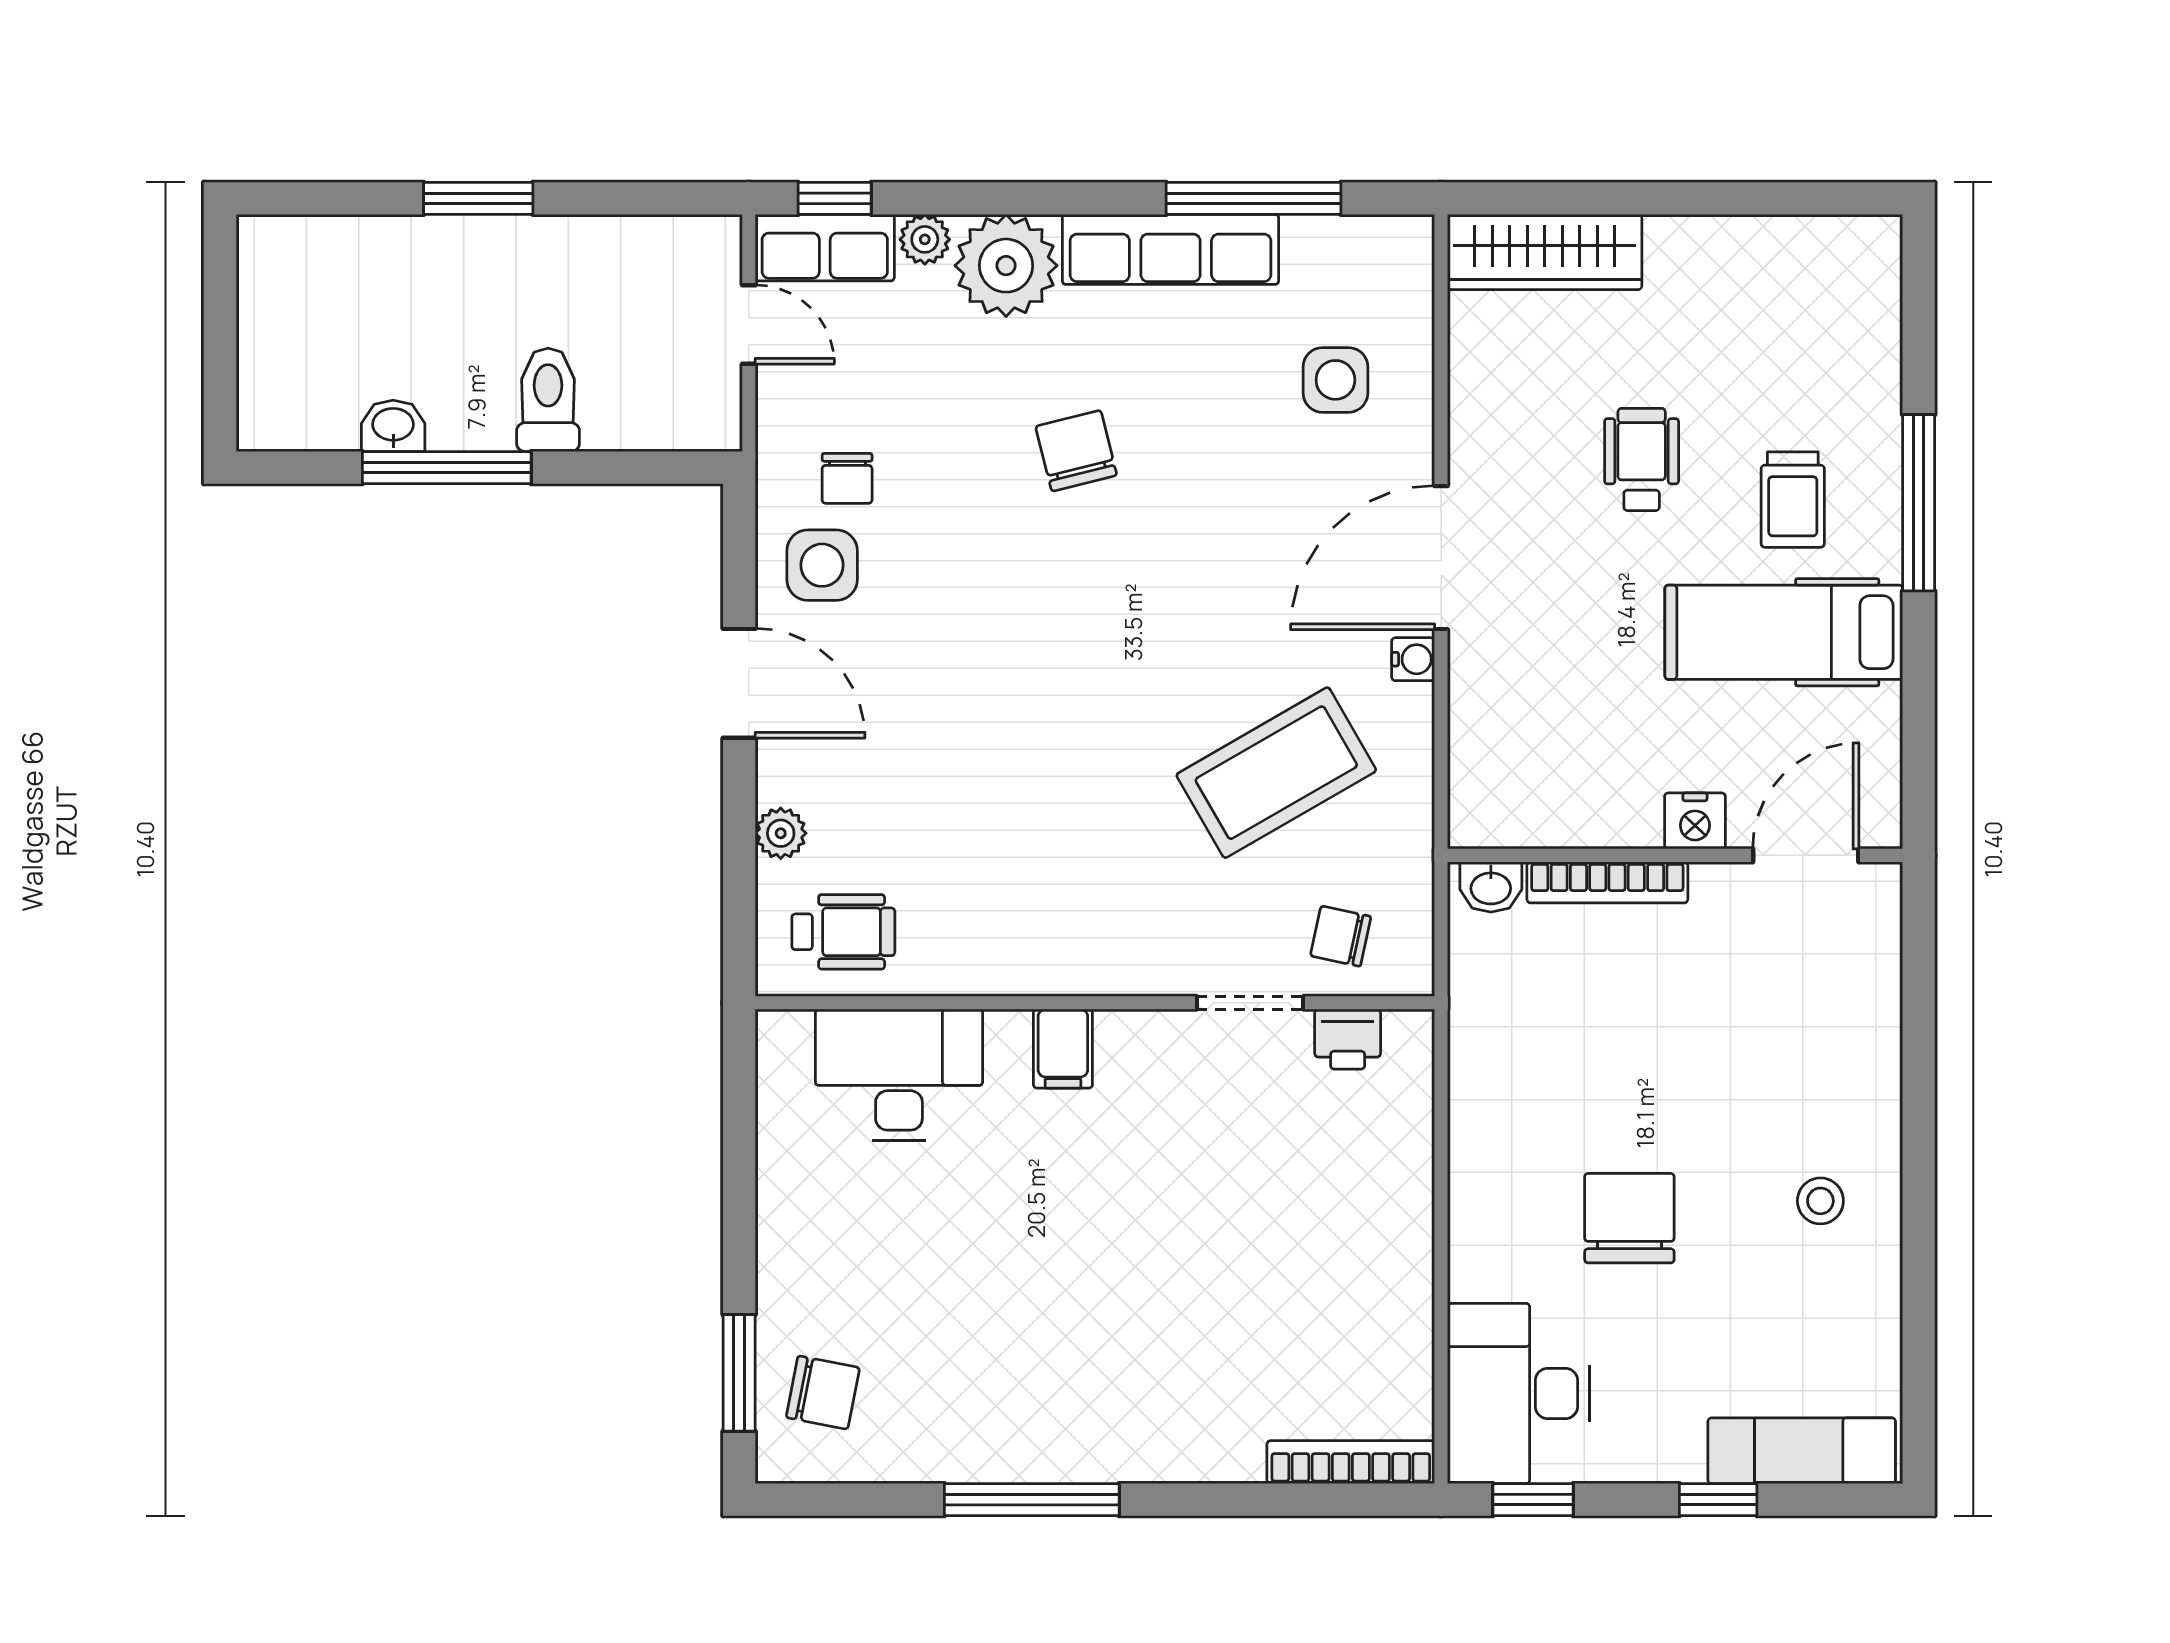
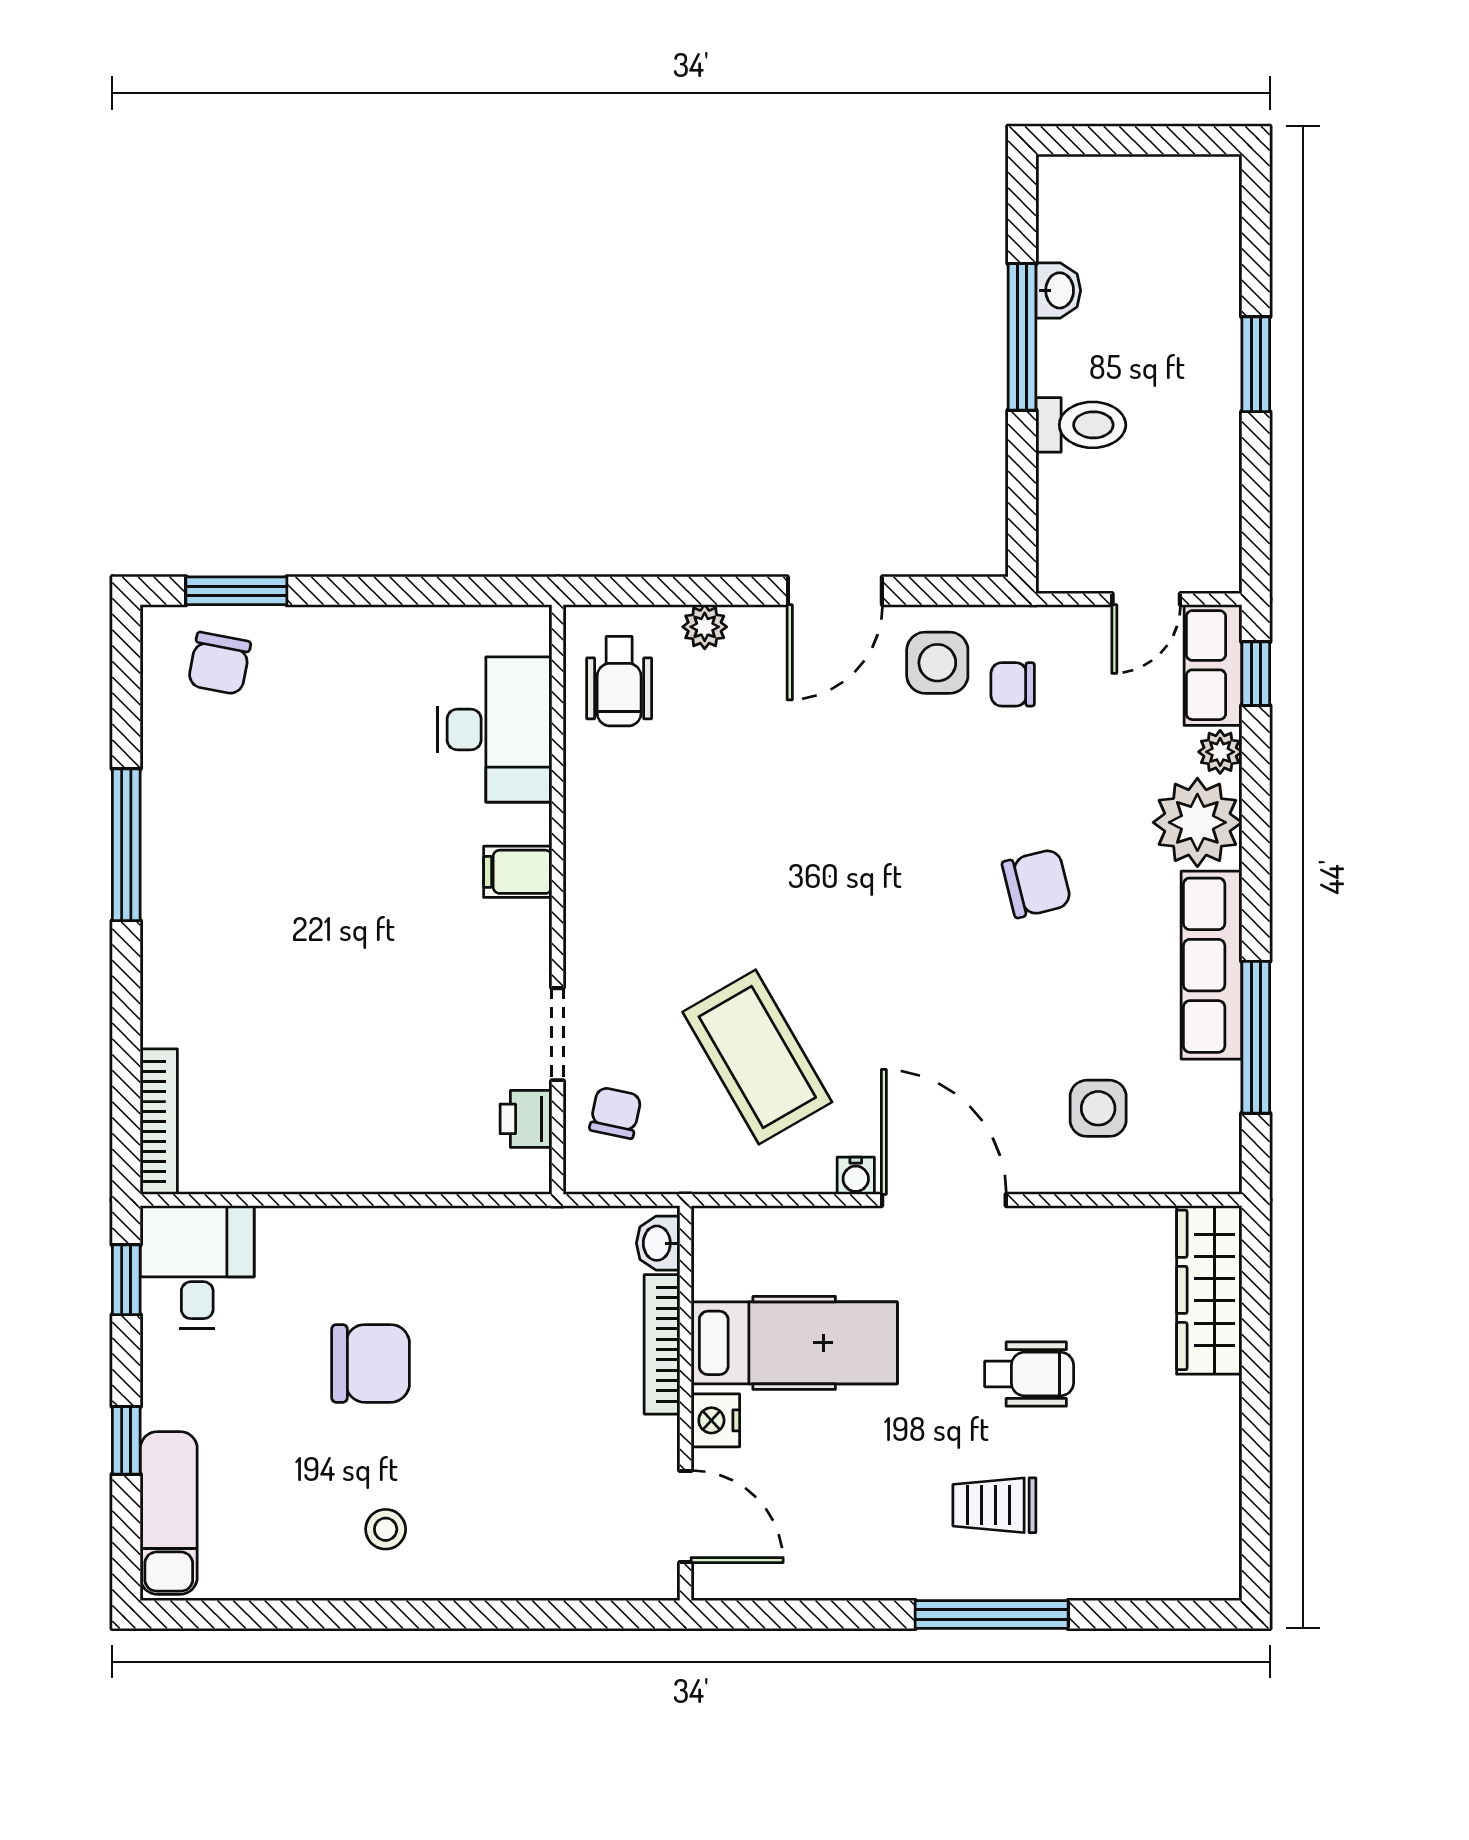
hospital bed: (1784, 632) -> (794, 1343), moved, turned 90
desk: (1518, 1393) -> (197, 1267), width x0.73

